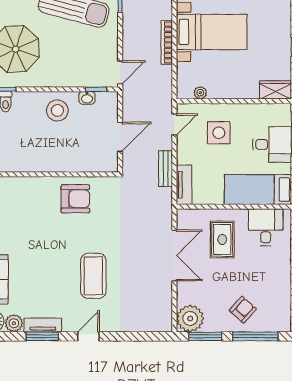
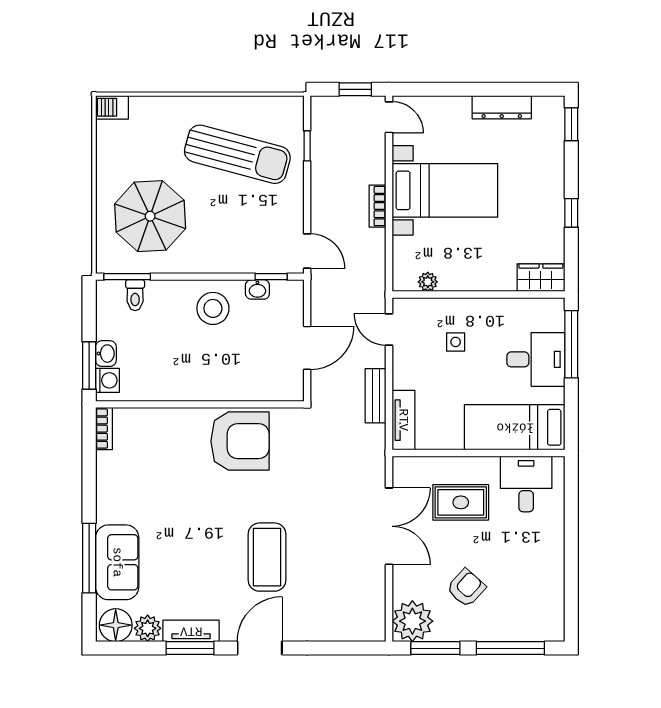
bookcase: (167, 42) -> (377, 206), width x0.64
door: (120, 72) -> (307, 251), hinge flipped
door: (174, 124) -> (389, 329), swing flipped
side table: (219, 133) -> (456, 342), width x0.54, depth x0.54
armchair: (75, 199) -> (240, 441), width x1.36, depth x1.36
rug: (222, 239) -> (461, 502), turned 90
armchair: (243, 310) -> (466, 588), moved
door: (88, 336) -> (260, 648), width x1.38

